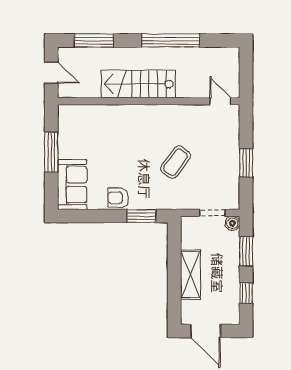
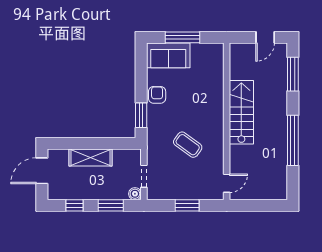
stairs: (138, 84) -> (241, 112), moved
wall: (149, 101) -> (227, 121), moved
door: (220, 101) -> (227, 183), moved
window: (51, 152) -> (182, 37), moved

